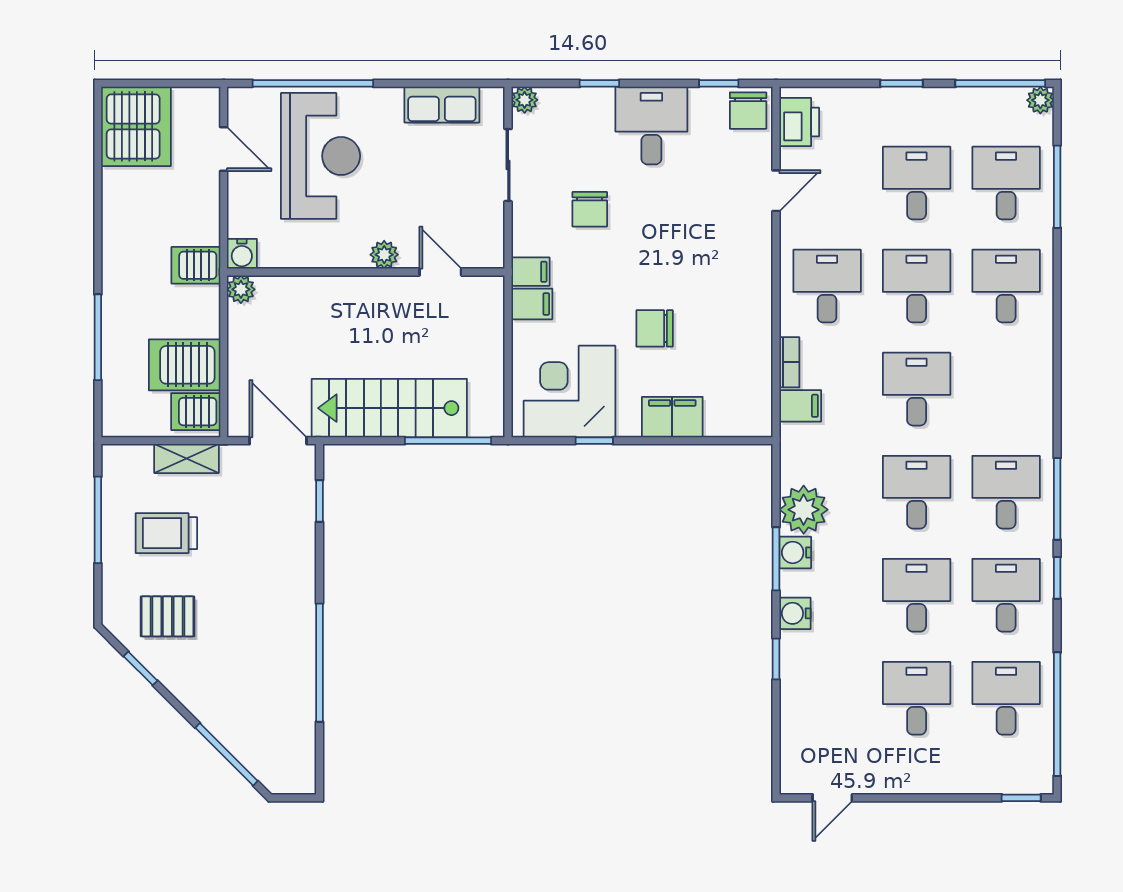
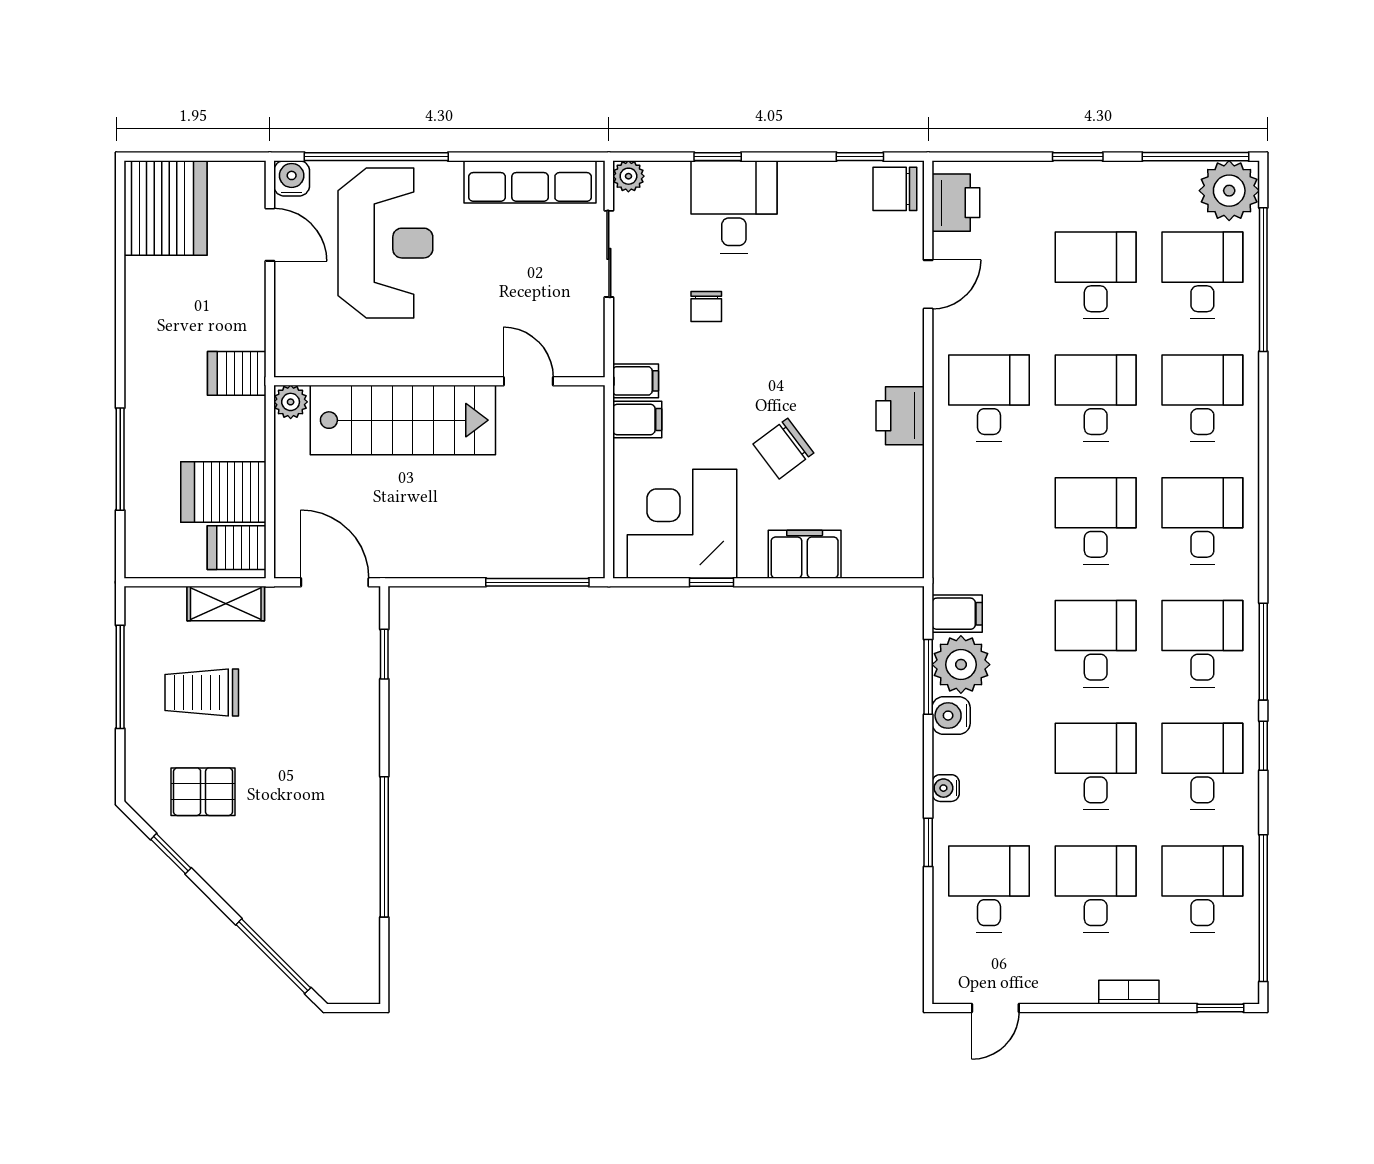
plant: (1040, 100) -> (1229, 191), width x1.87, depth x1.87
row of seats: (442, 105) -> (530, 182), width x1.48
chair: (748, 111) -> (895, 189), turned 90
desk: (651, 126) -> (734, 207), moved
window: (1057, 187) -> (1263, 280), width x1.46
chair: (590, 209) -> (706, 307), width x0.73, depth x0.73
water cooler: (242, 254) -> (292, 178), moved, turned 180
plant: (384, 255) -> (461, 361), removed
printer: (752, 301) -> (900, 416), added
chair: (655, 328) -> (783, 449), turned -37
bookcase: (789, 362) -> (1129, 992), moved, turned -90
desk: (1006, 389) -> (1202, 521), added
filing cabinet: (800, 406) -> (957, 614), moved
stairs: (389, 408) -> (403, 420), moved, turned 180
window: (776, 559) -> (928, 677), moved
water cooler: (795, 613) -> (946, 788), width x0.72, depth x0.72
desk: (827, 698) -> (989, 889), added

